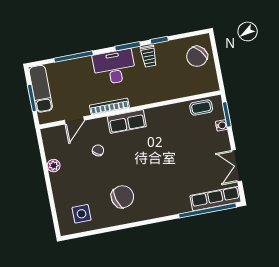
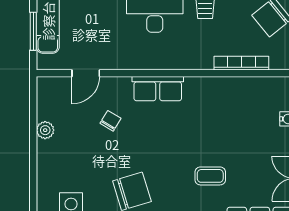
bookcase: (109, 106) -> (241, 63), moved
coffee table: (201, 108) -> (210, 176), moved

